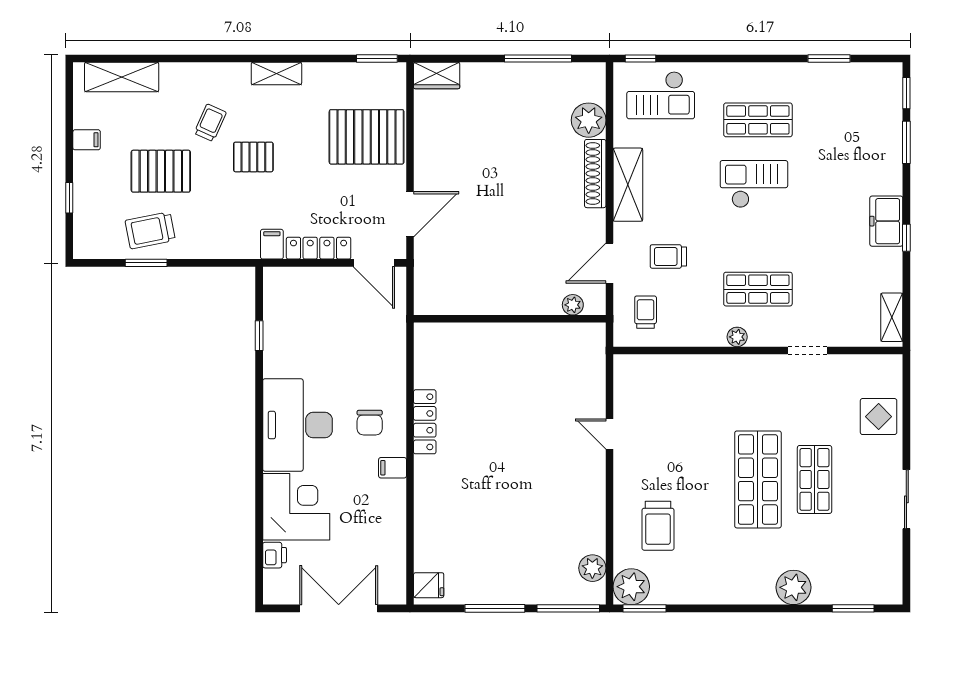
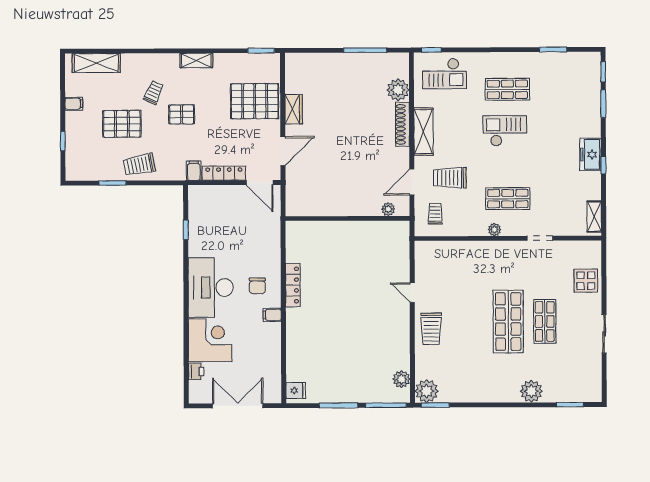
wardrobe: (437, 75) -> (294, 109), moved, turned -90
trolley: (150, 230) -> (139, 165), moved
trolley: (668, 256) -> (450, 178), width x1.36, depth x1.39
trolley: (658, 526) -> (431, 329), moved

